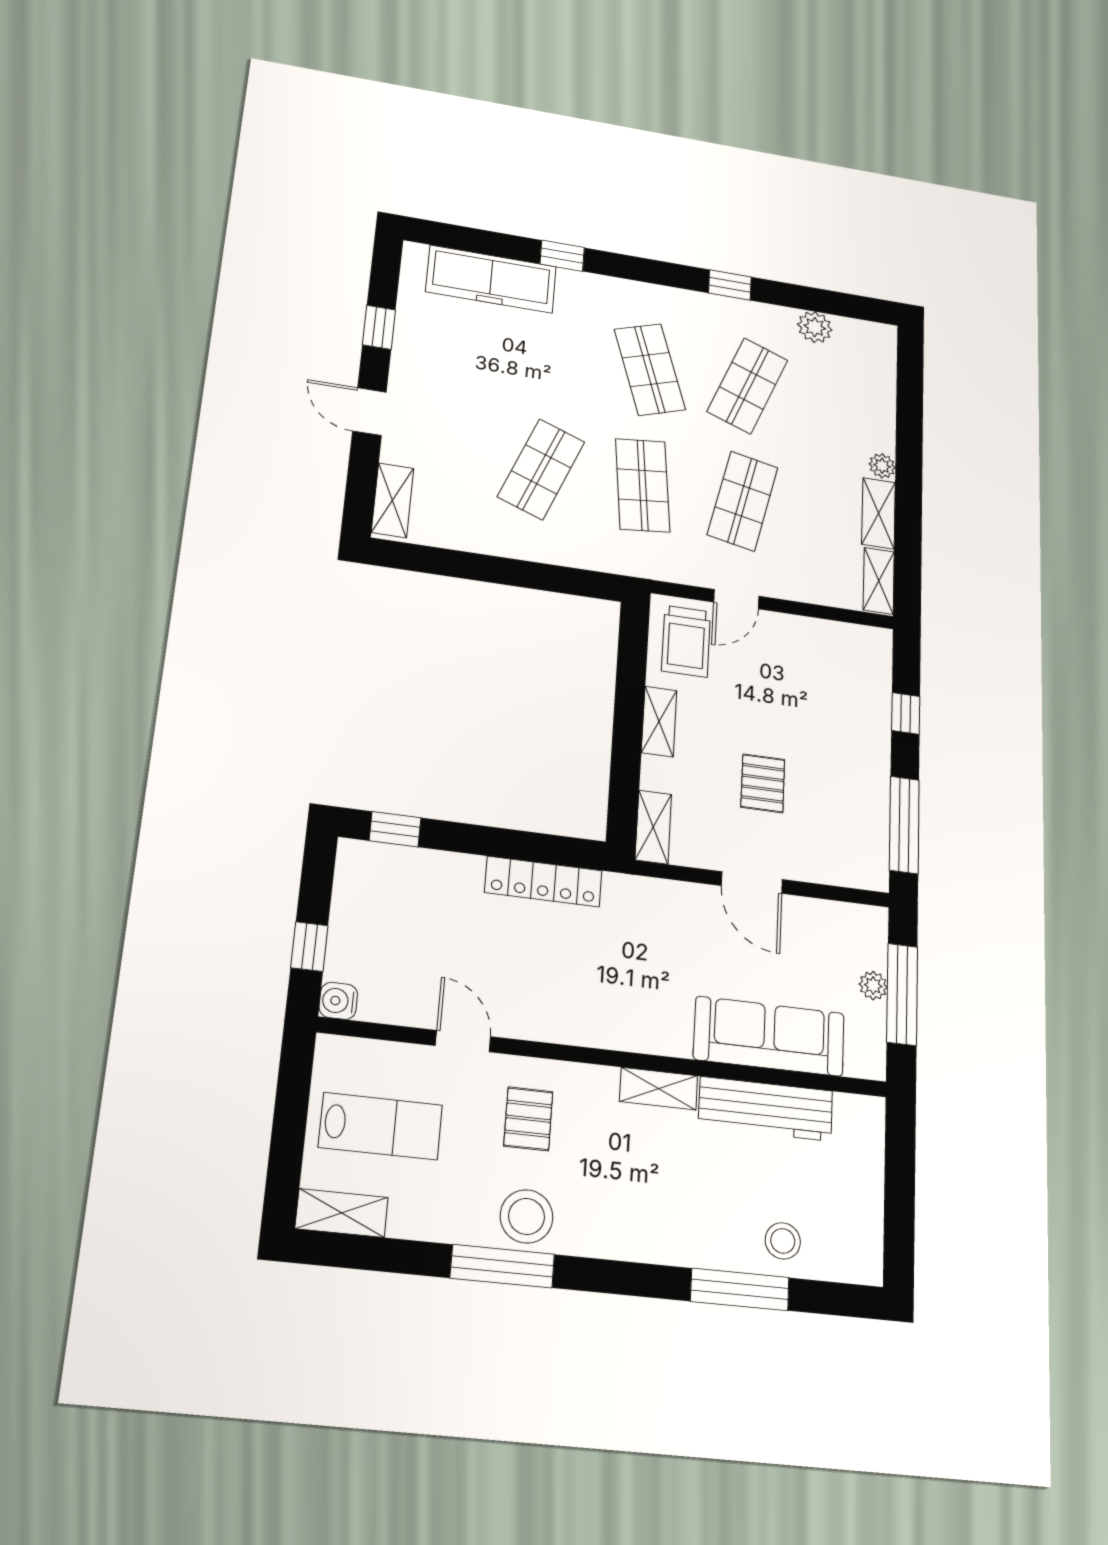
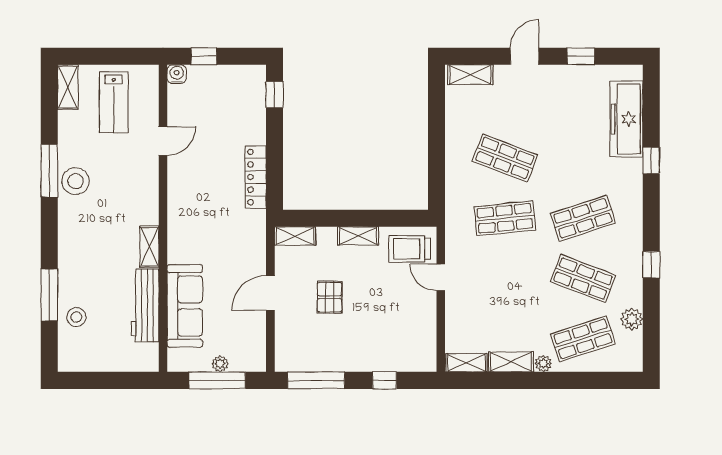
shop shelf: (743, 501) -> (583, 339), moved, turned -30
pallet: (763, 783) -> (330, 297), turned 90
pallet: (528, 1119) -> (126, 178), removed

